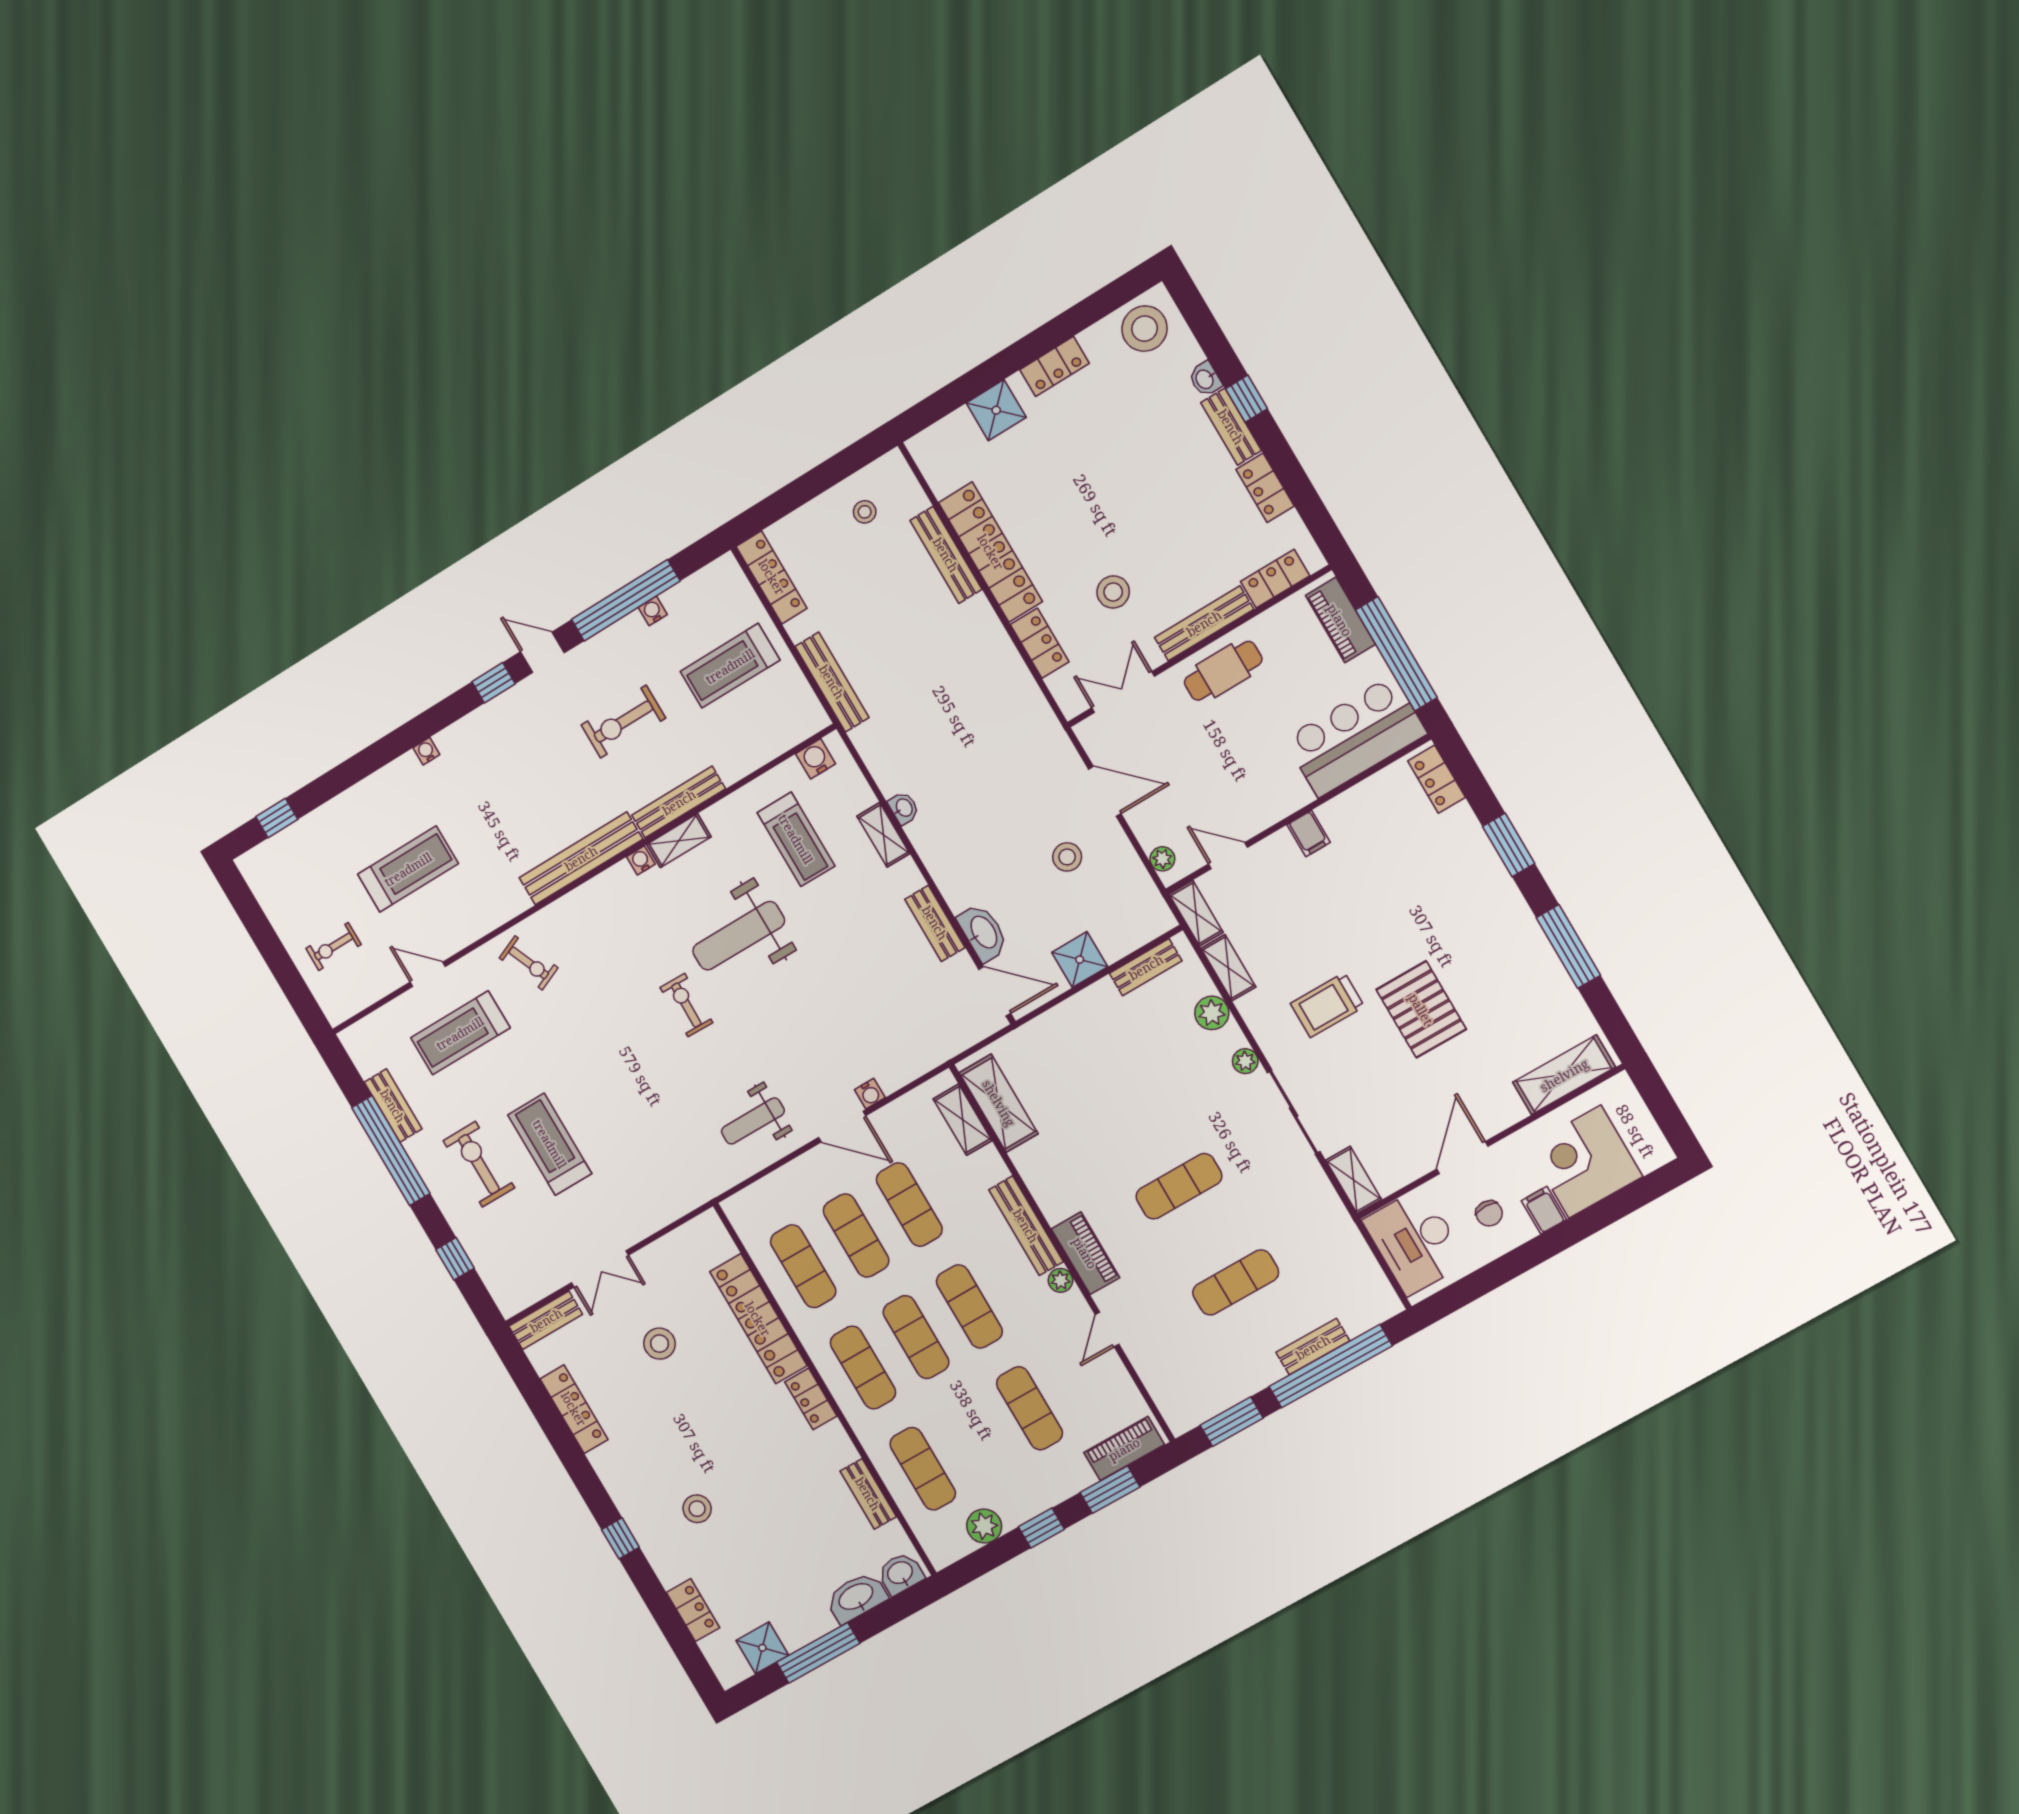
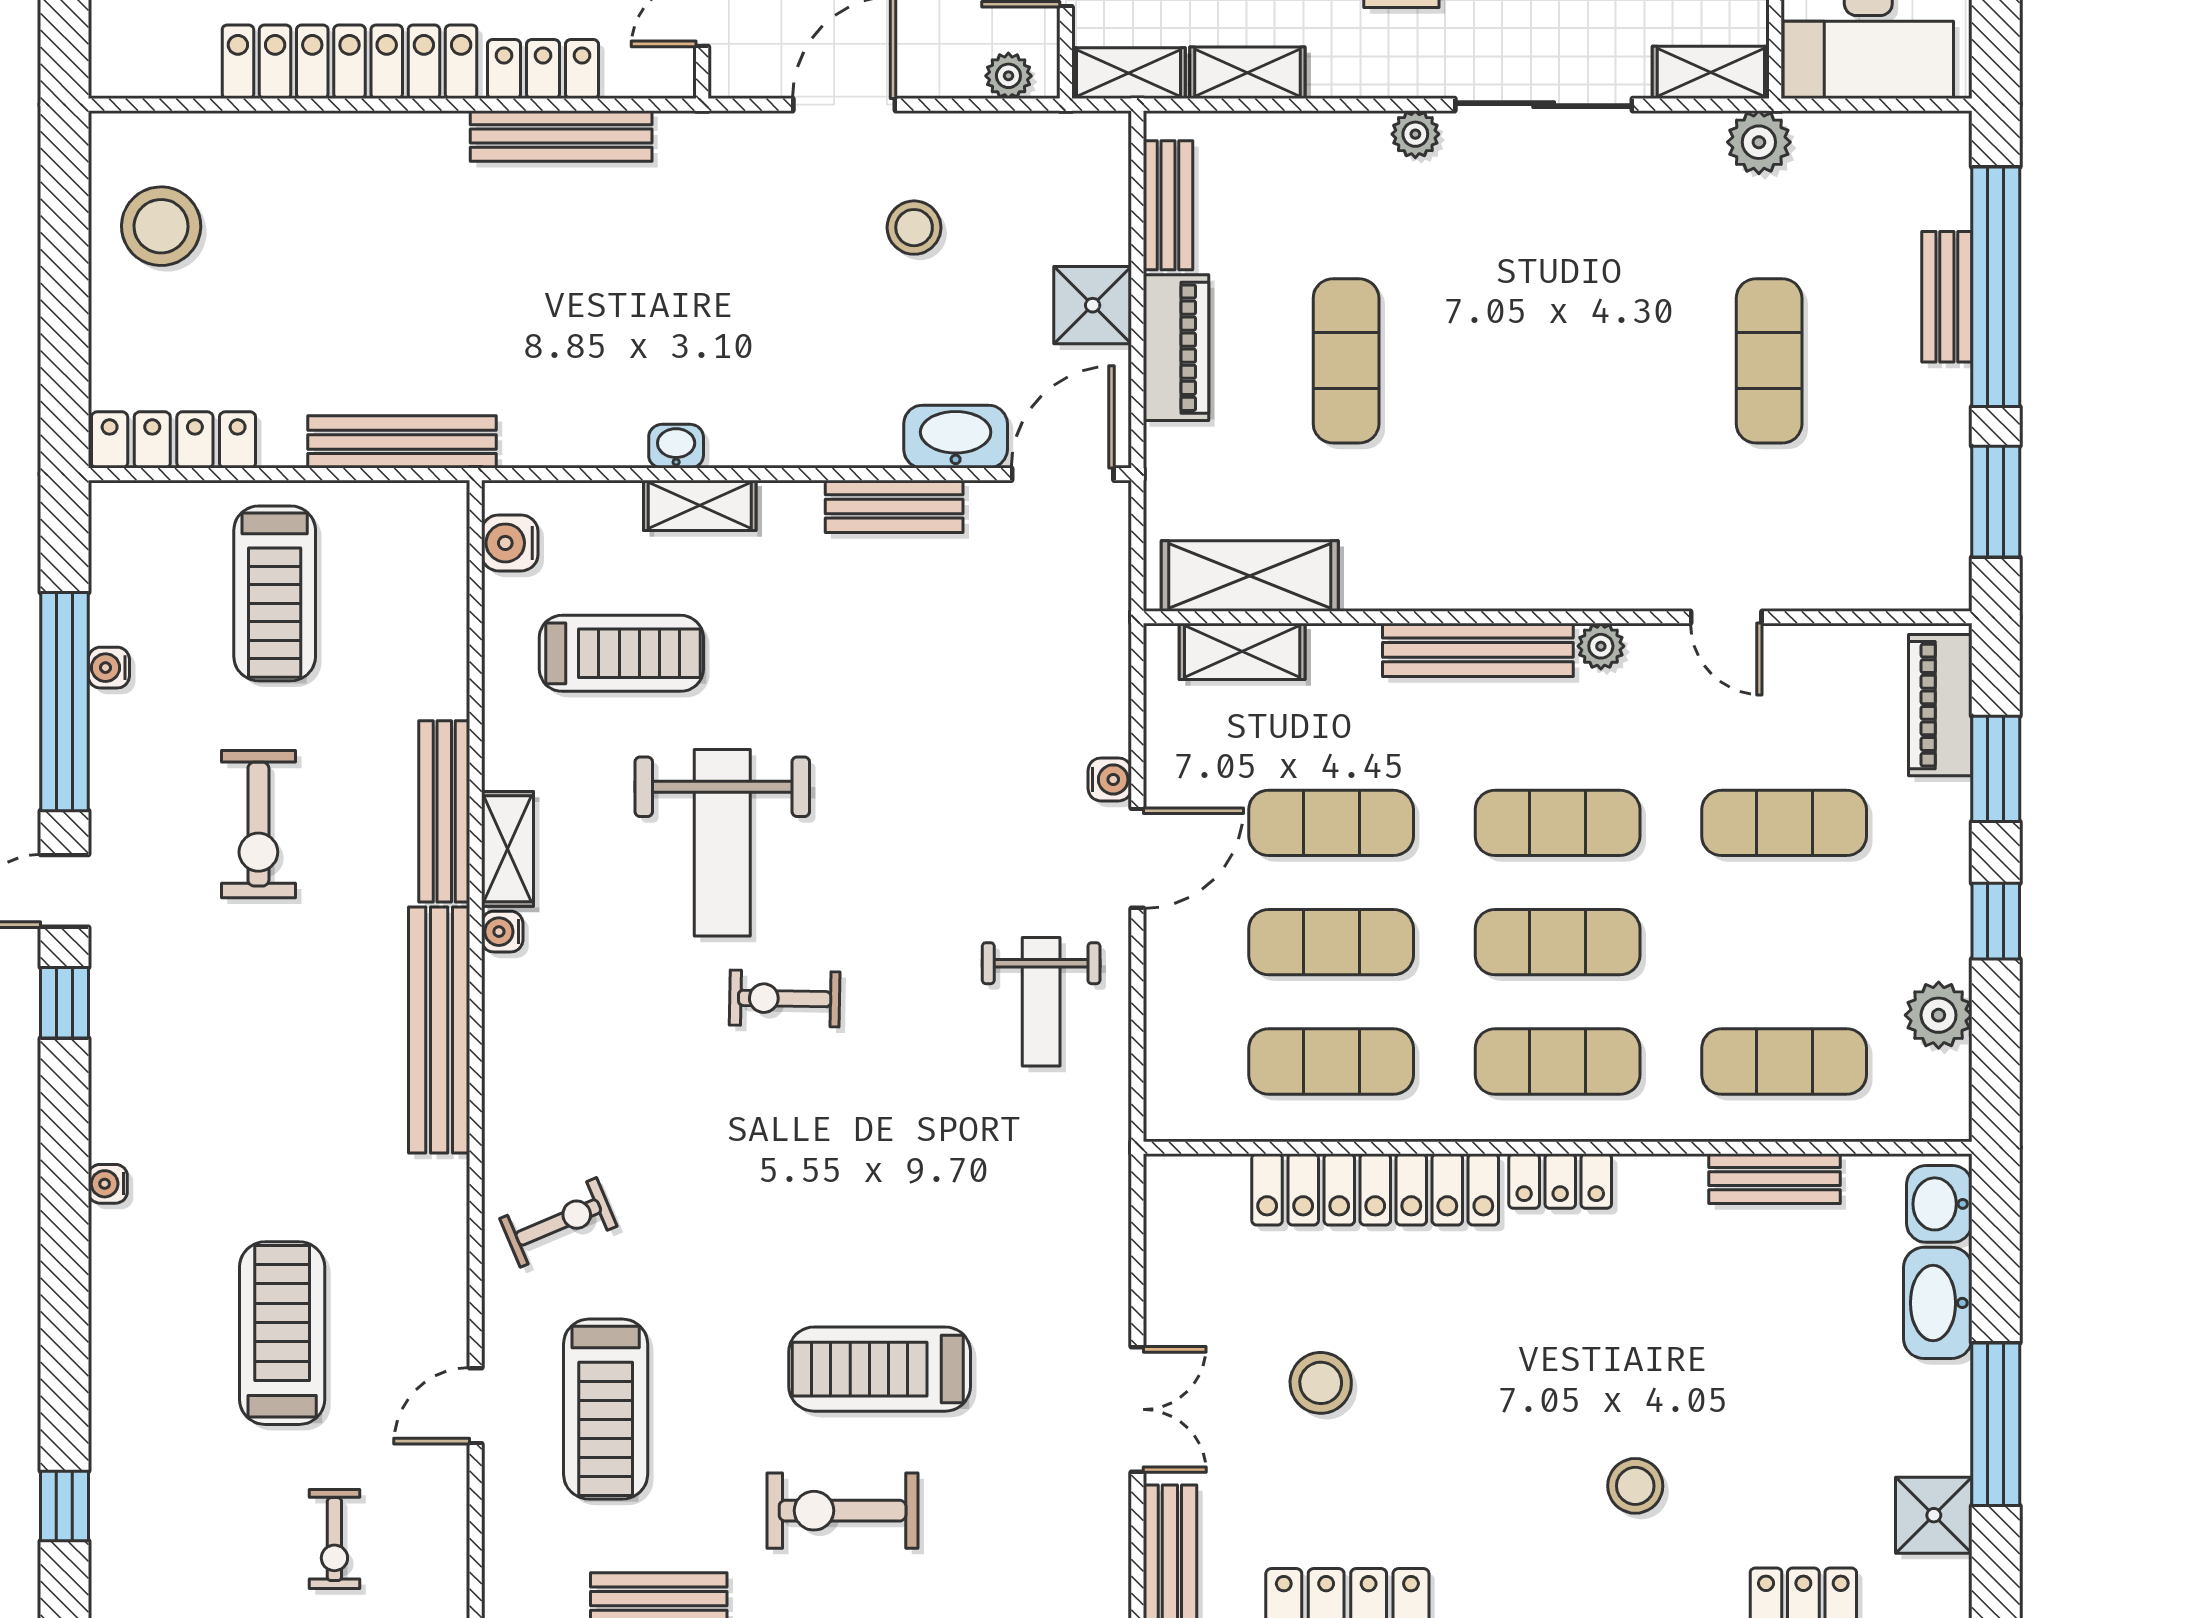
stool: (865, 512) -> (161, 226), width x1.89, depth x1.89
bench: (946, 555) -> (561, 136), moved
plant: (1212, 1013) -> (1759, 142), moved
exercise mat: (1179, 1186) -> (1346, 361), moved
piano: (1085, 1253) -> (1176, 348), moved, turned 90

